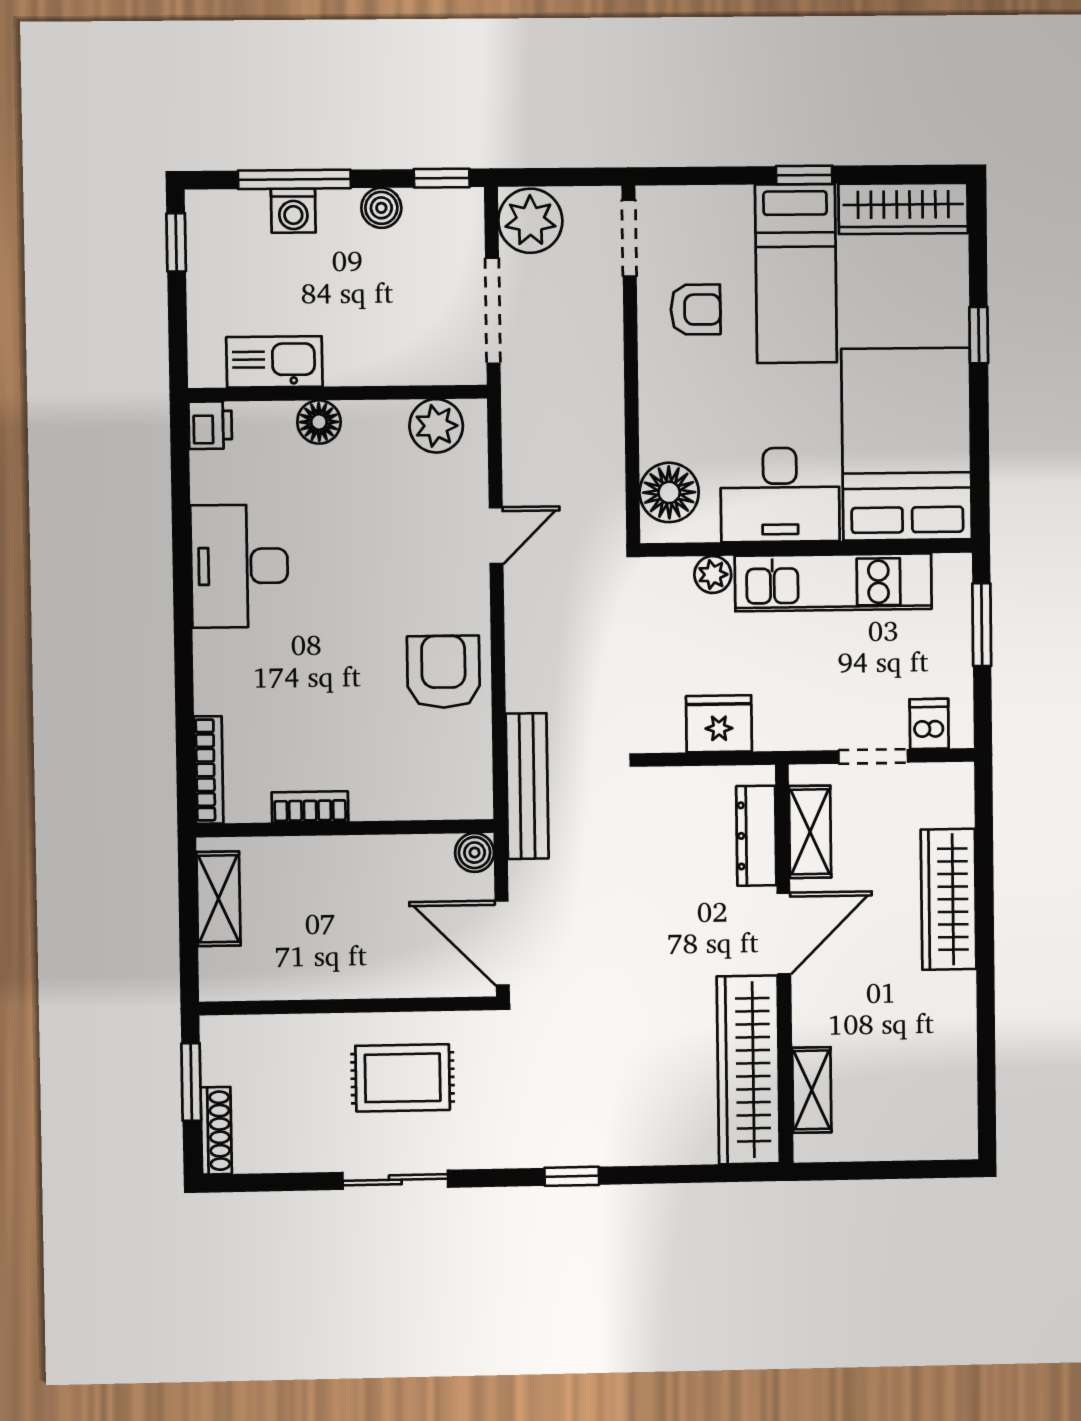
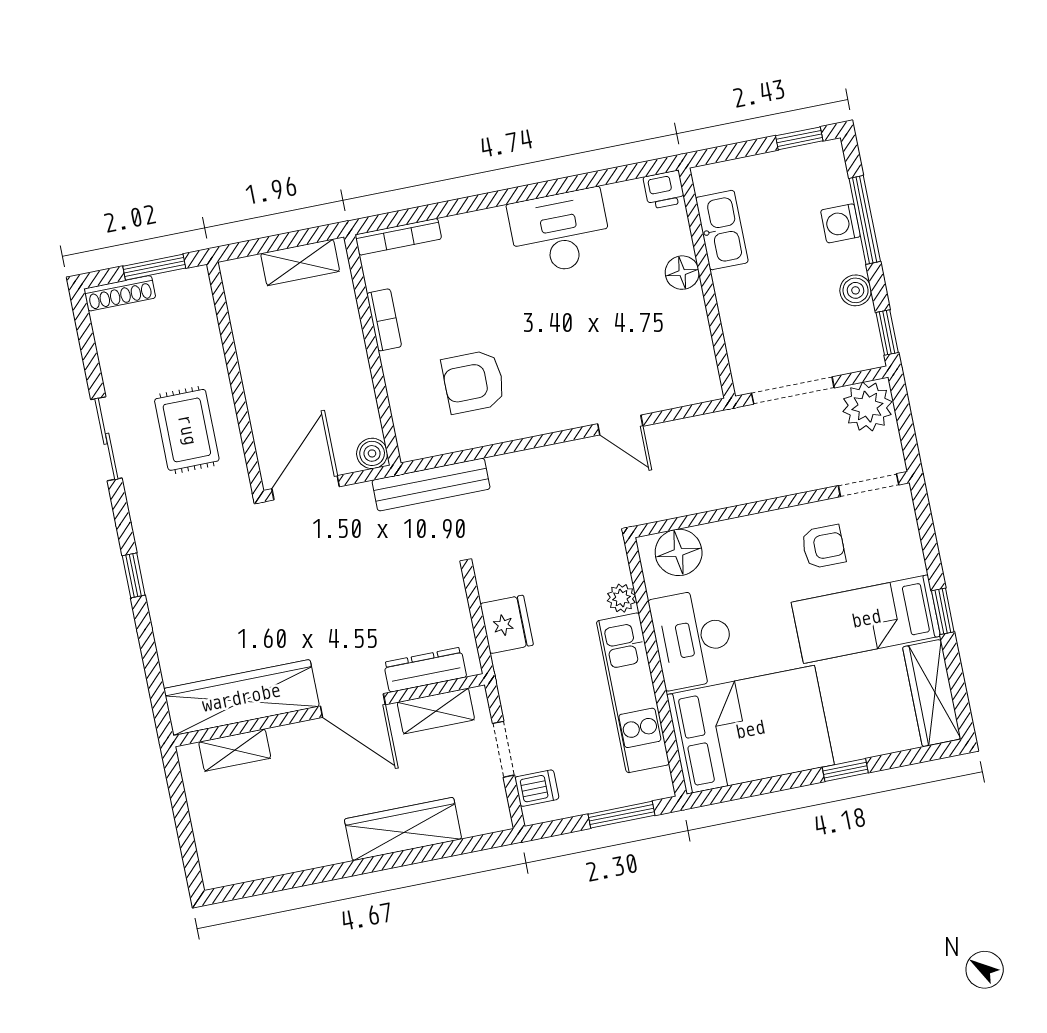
armchair: (696, 310) -> (823, 547), turned -90
plant: (436, 426) -> (696, 363), removed
armchair: (443, 672) -> (473, 382), moved, turned 180

